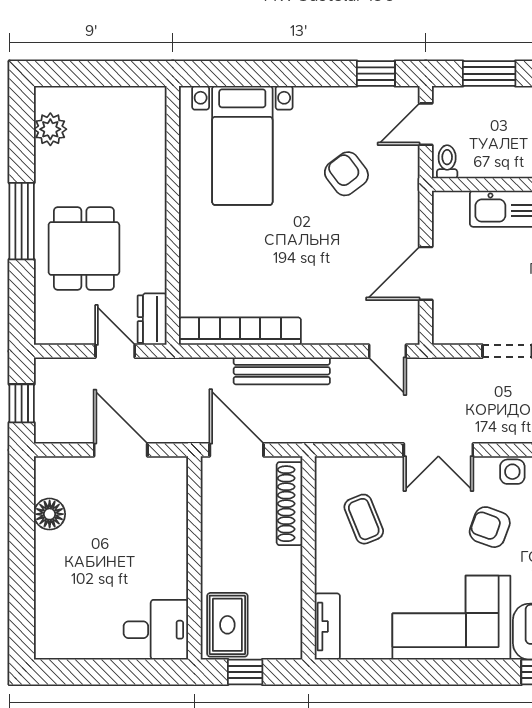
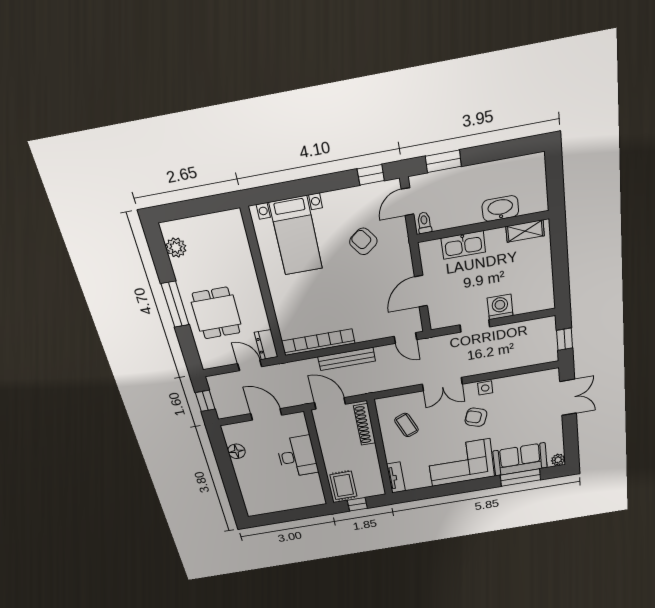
desk: (156, 630) -> (297, 456), moved, width x1.37

